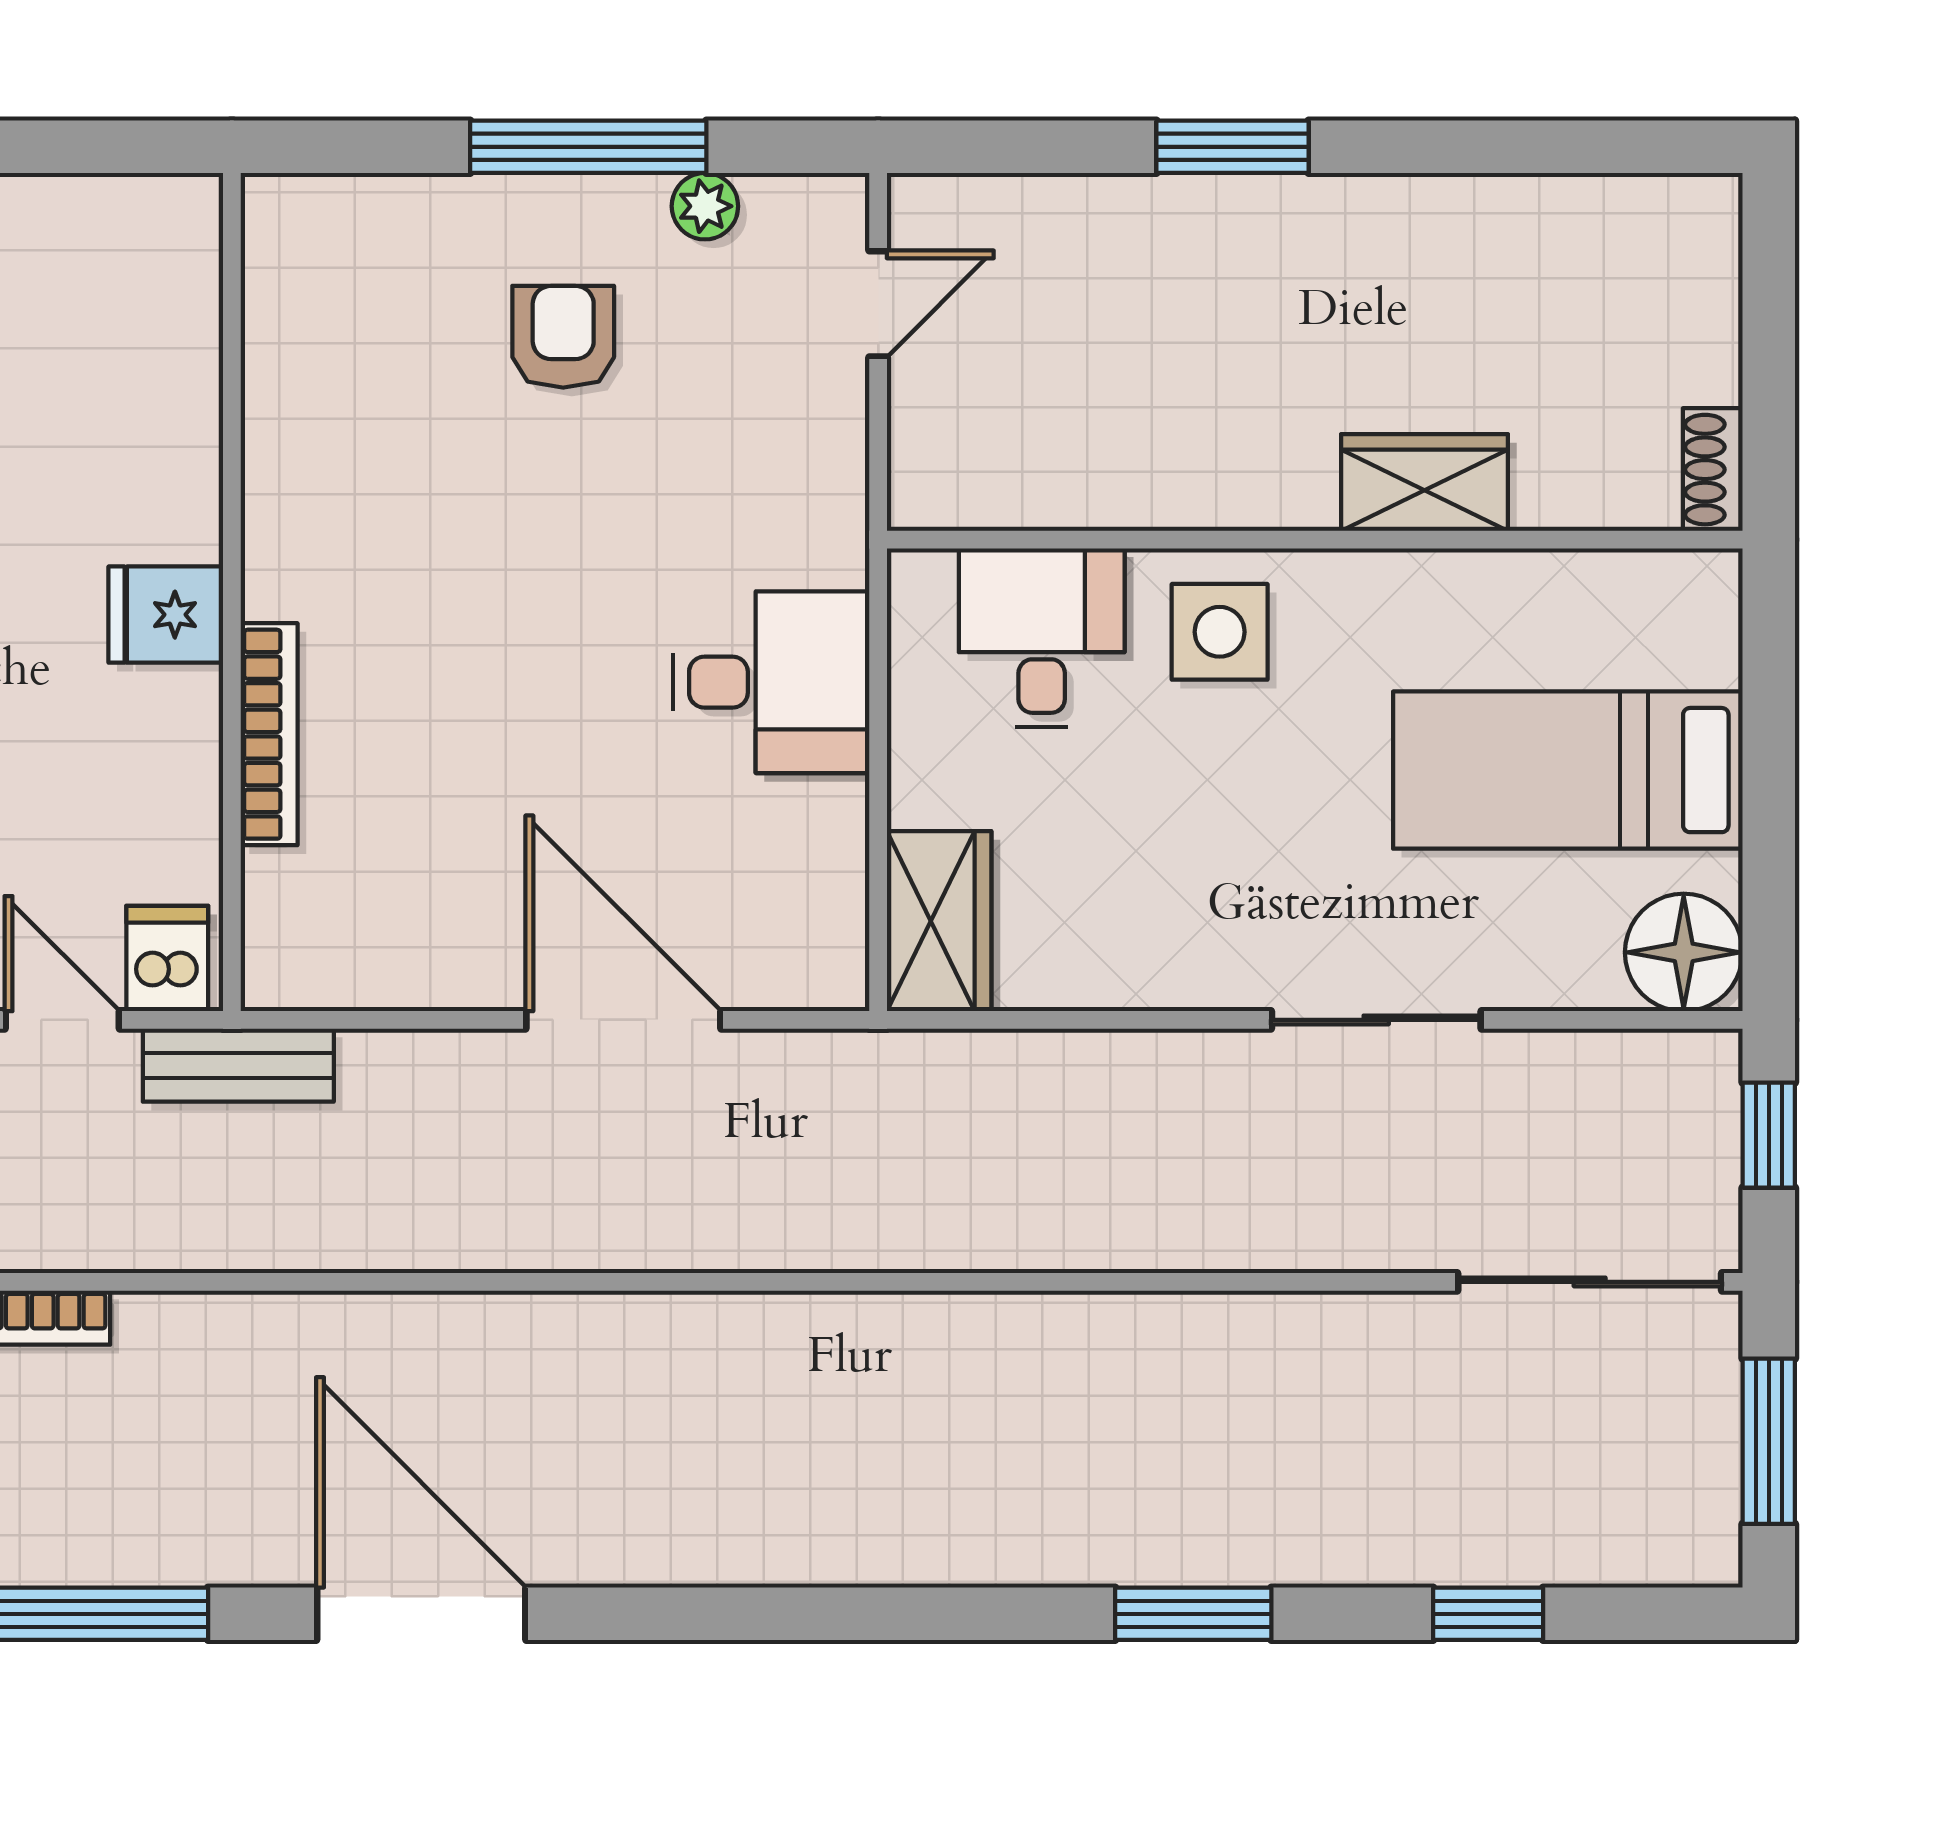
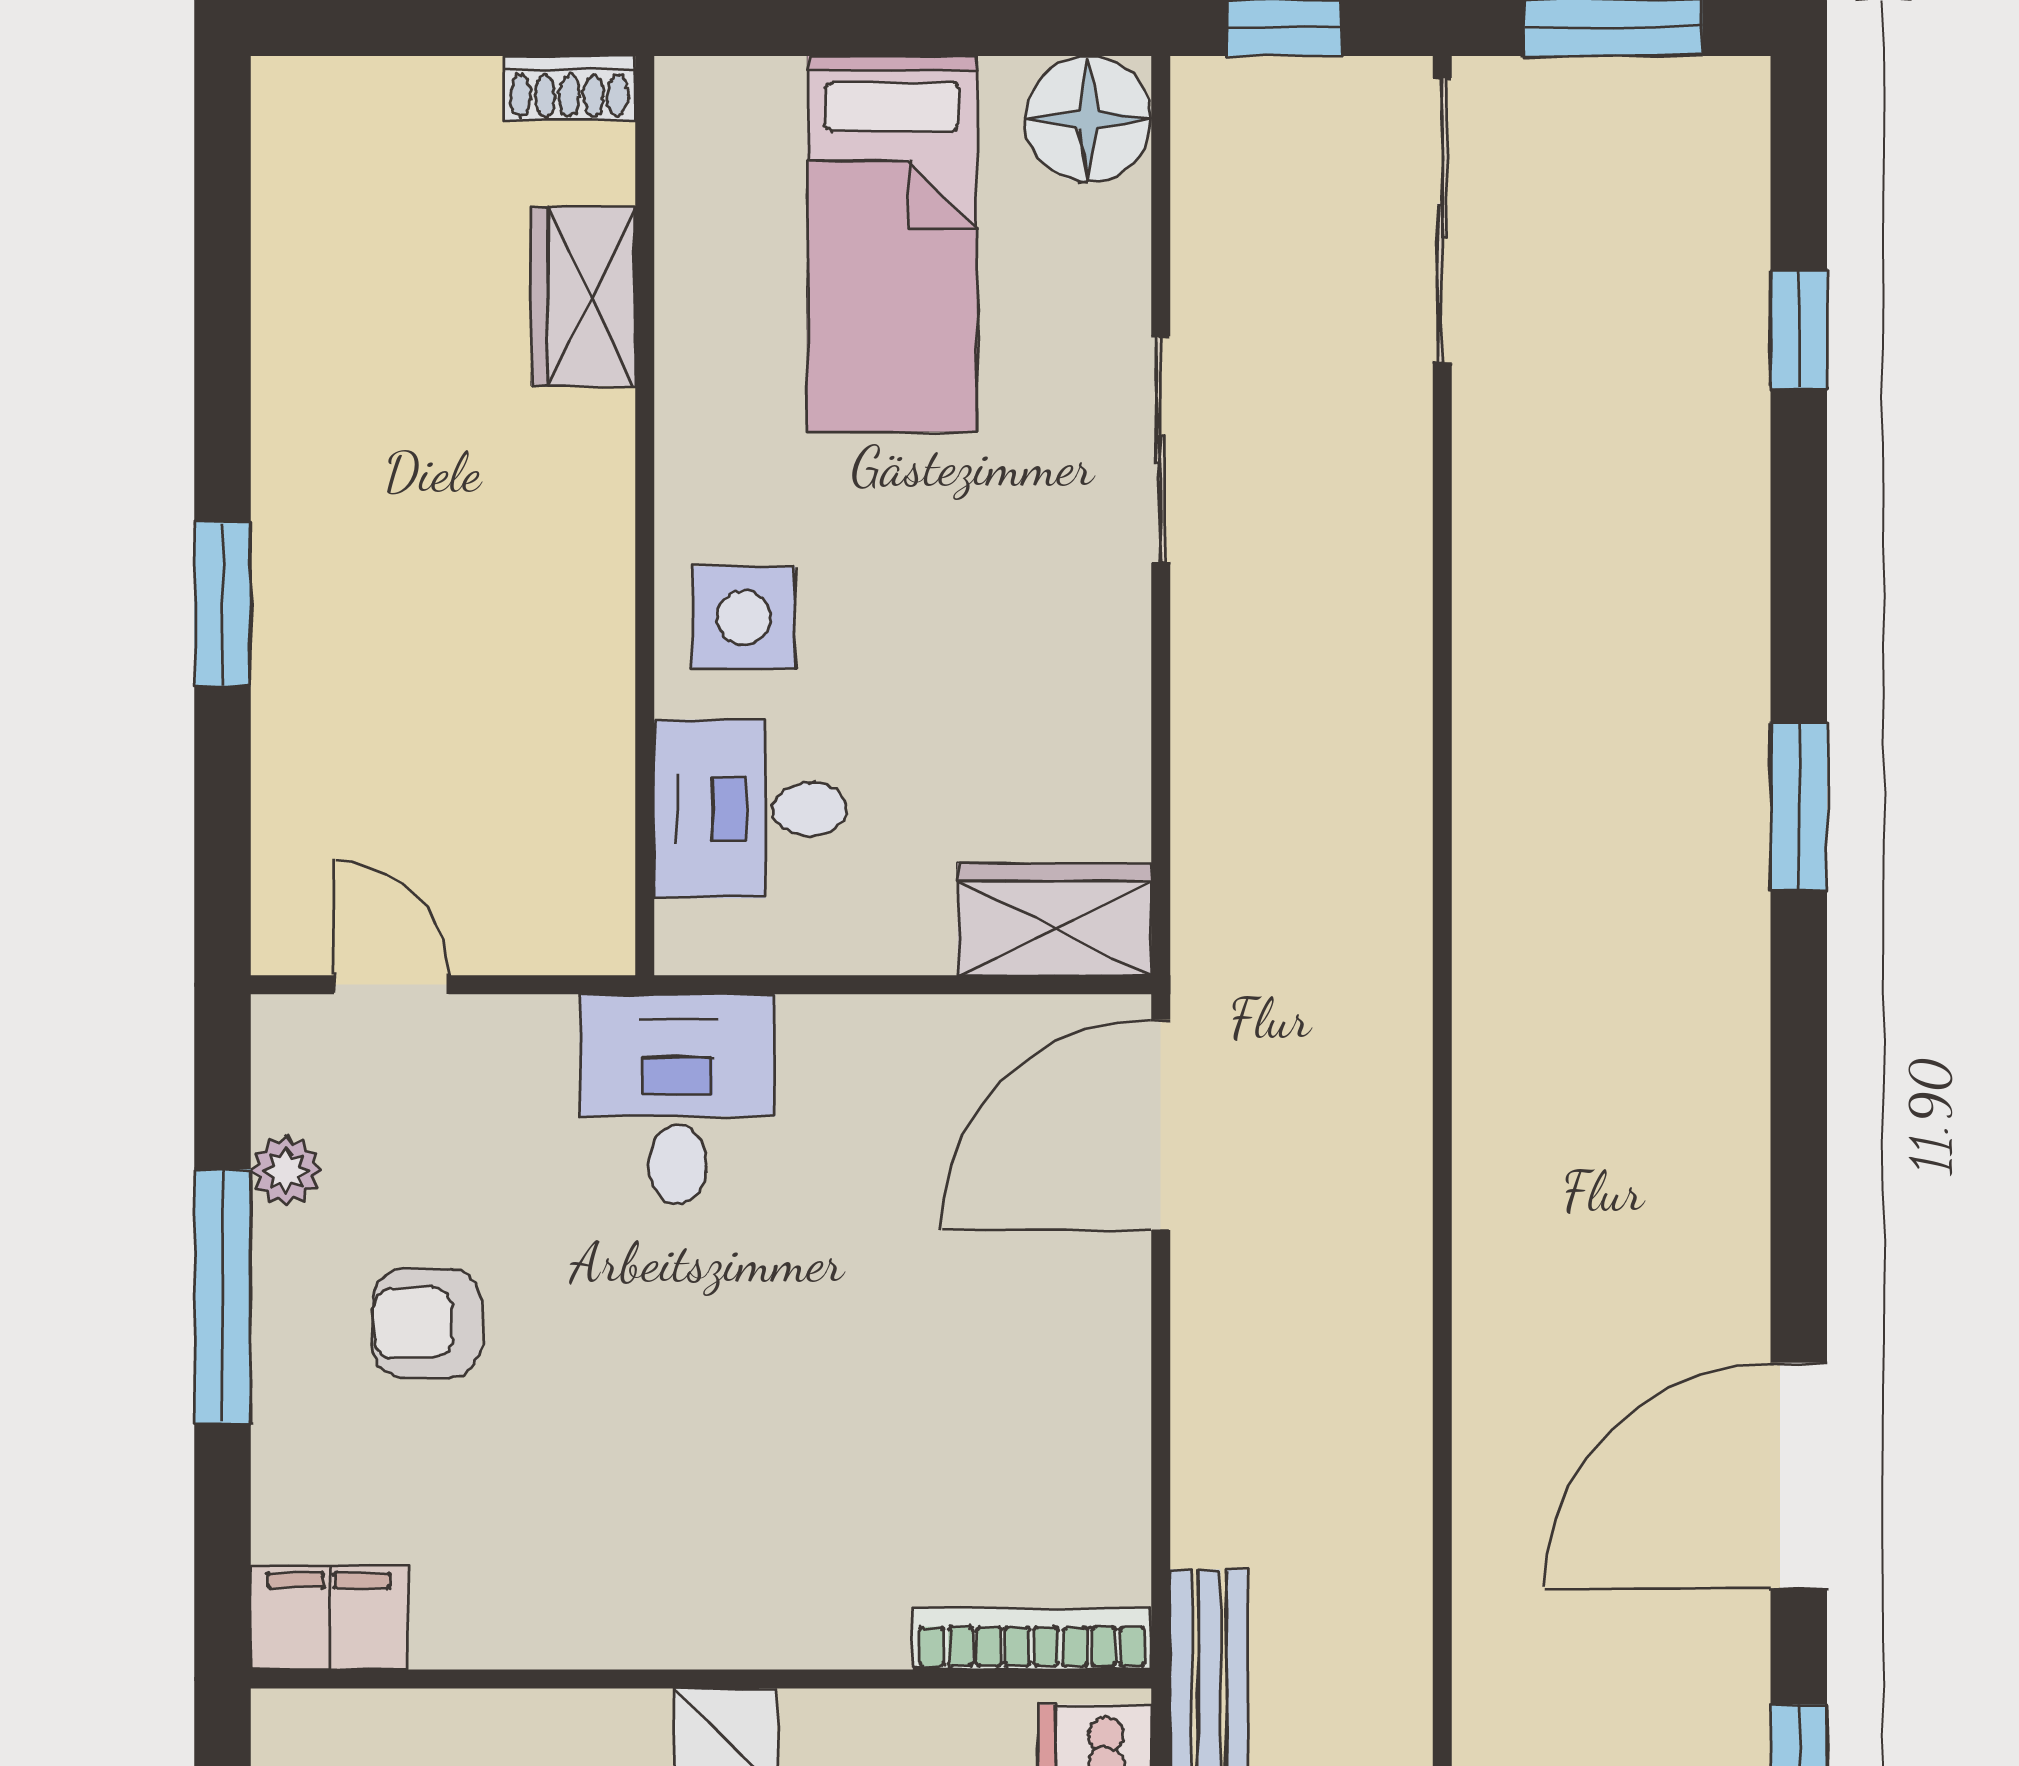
filing cabinet: (289, 246) -> (329, 1617), added
wardrobe: (1425, 483) -> (583, 296), moved
desk: (771, 682) -> (678, 1099), moved
bookcase: (269, 734) -> (1032, 1639), moved
door: (623, 1020) -> (1161, 1125), moved
window: (1193, 1614) -> (1799, 807), moved

